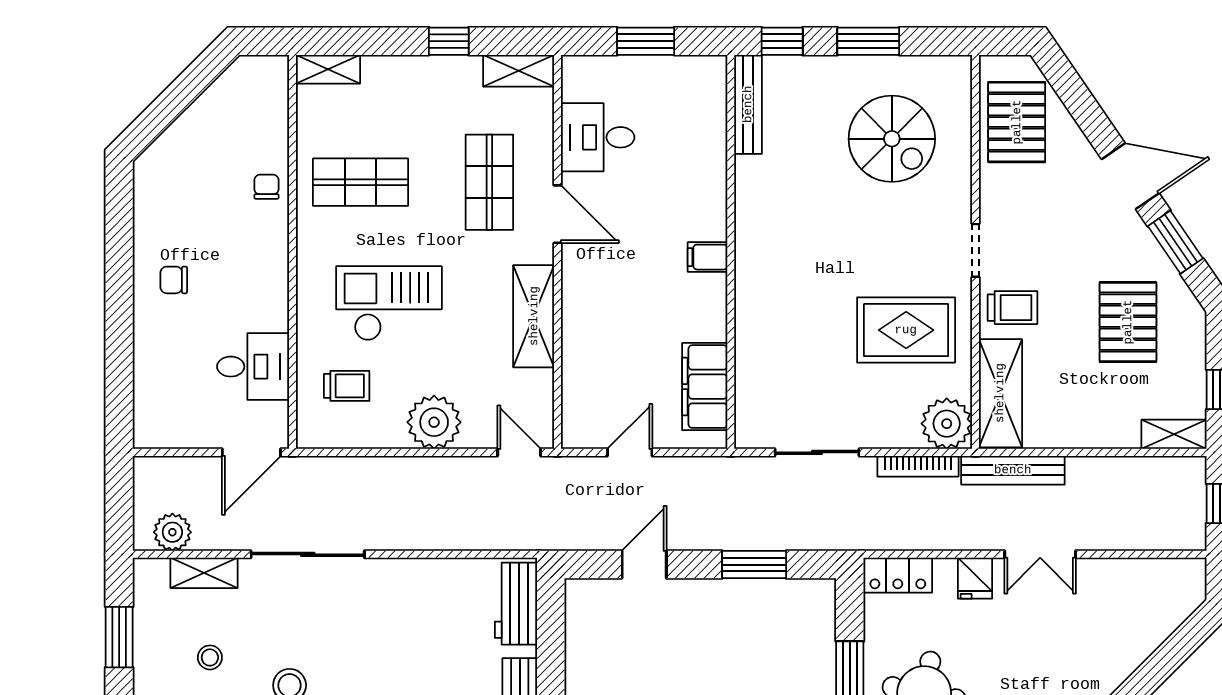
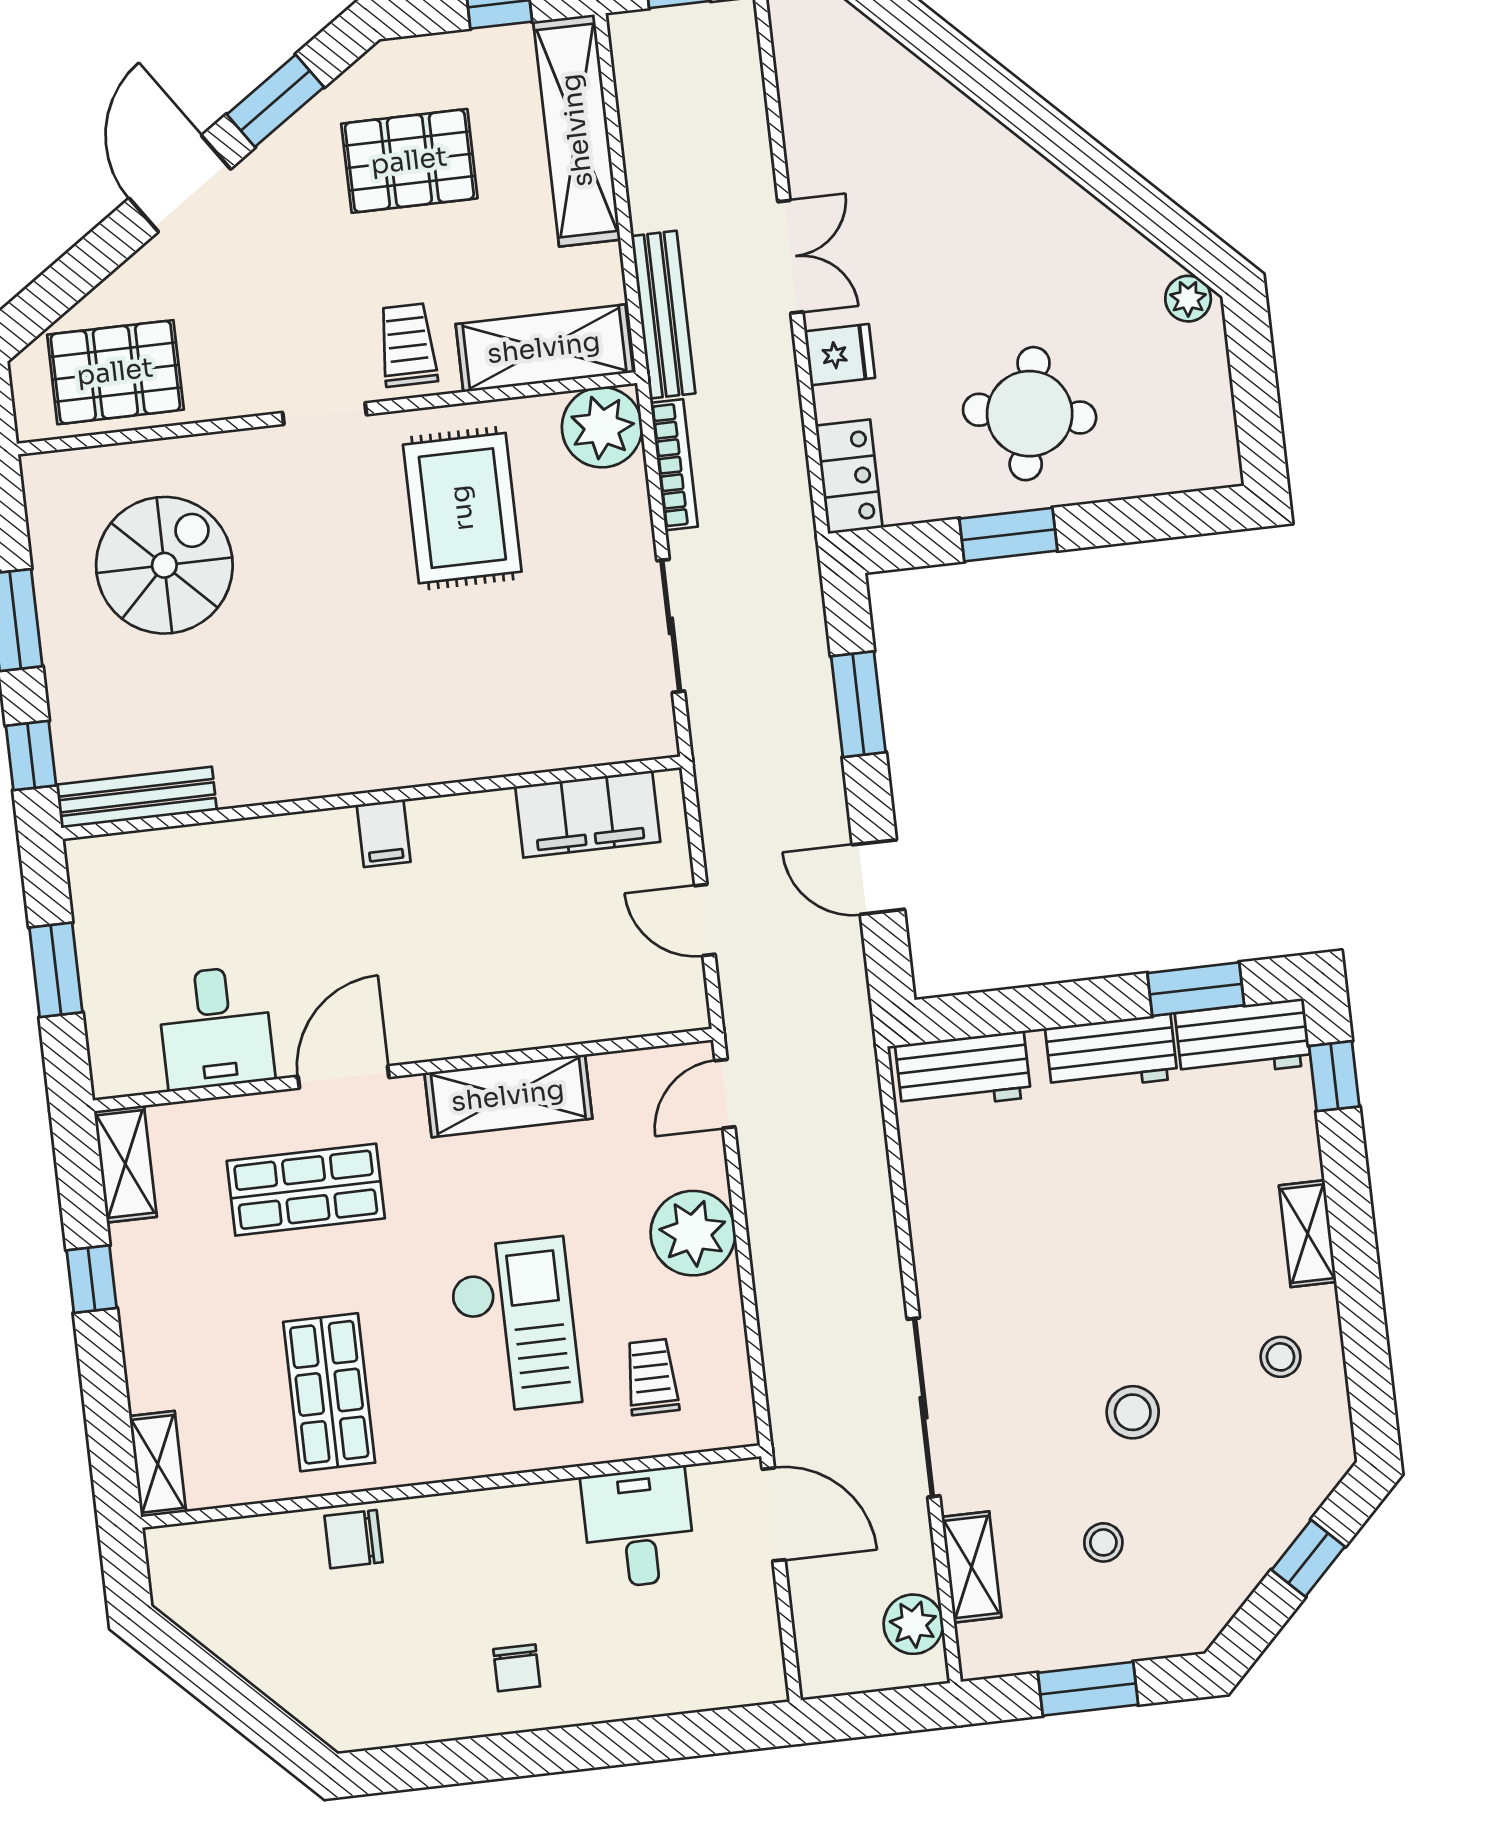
chair: (266, 187) -> (353, 1539), width x1.37, depth x1.37
checkout: (389, 303) -> (514, 1326), turned 180
shelving: (1174, 434) -> (577, 130), width x2.20, depth x1.33

